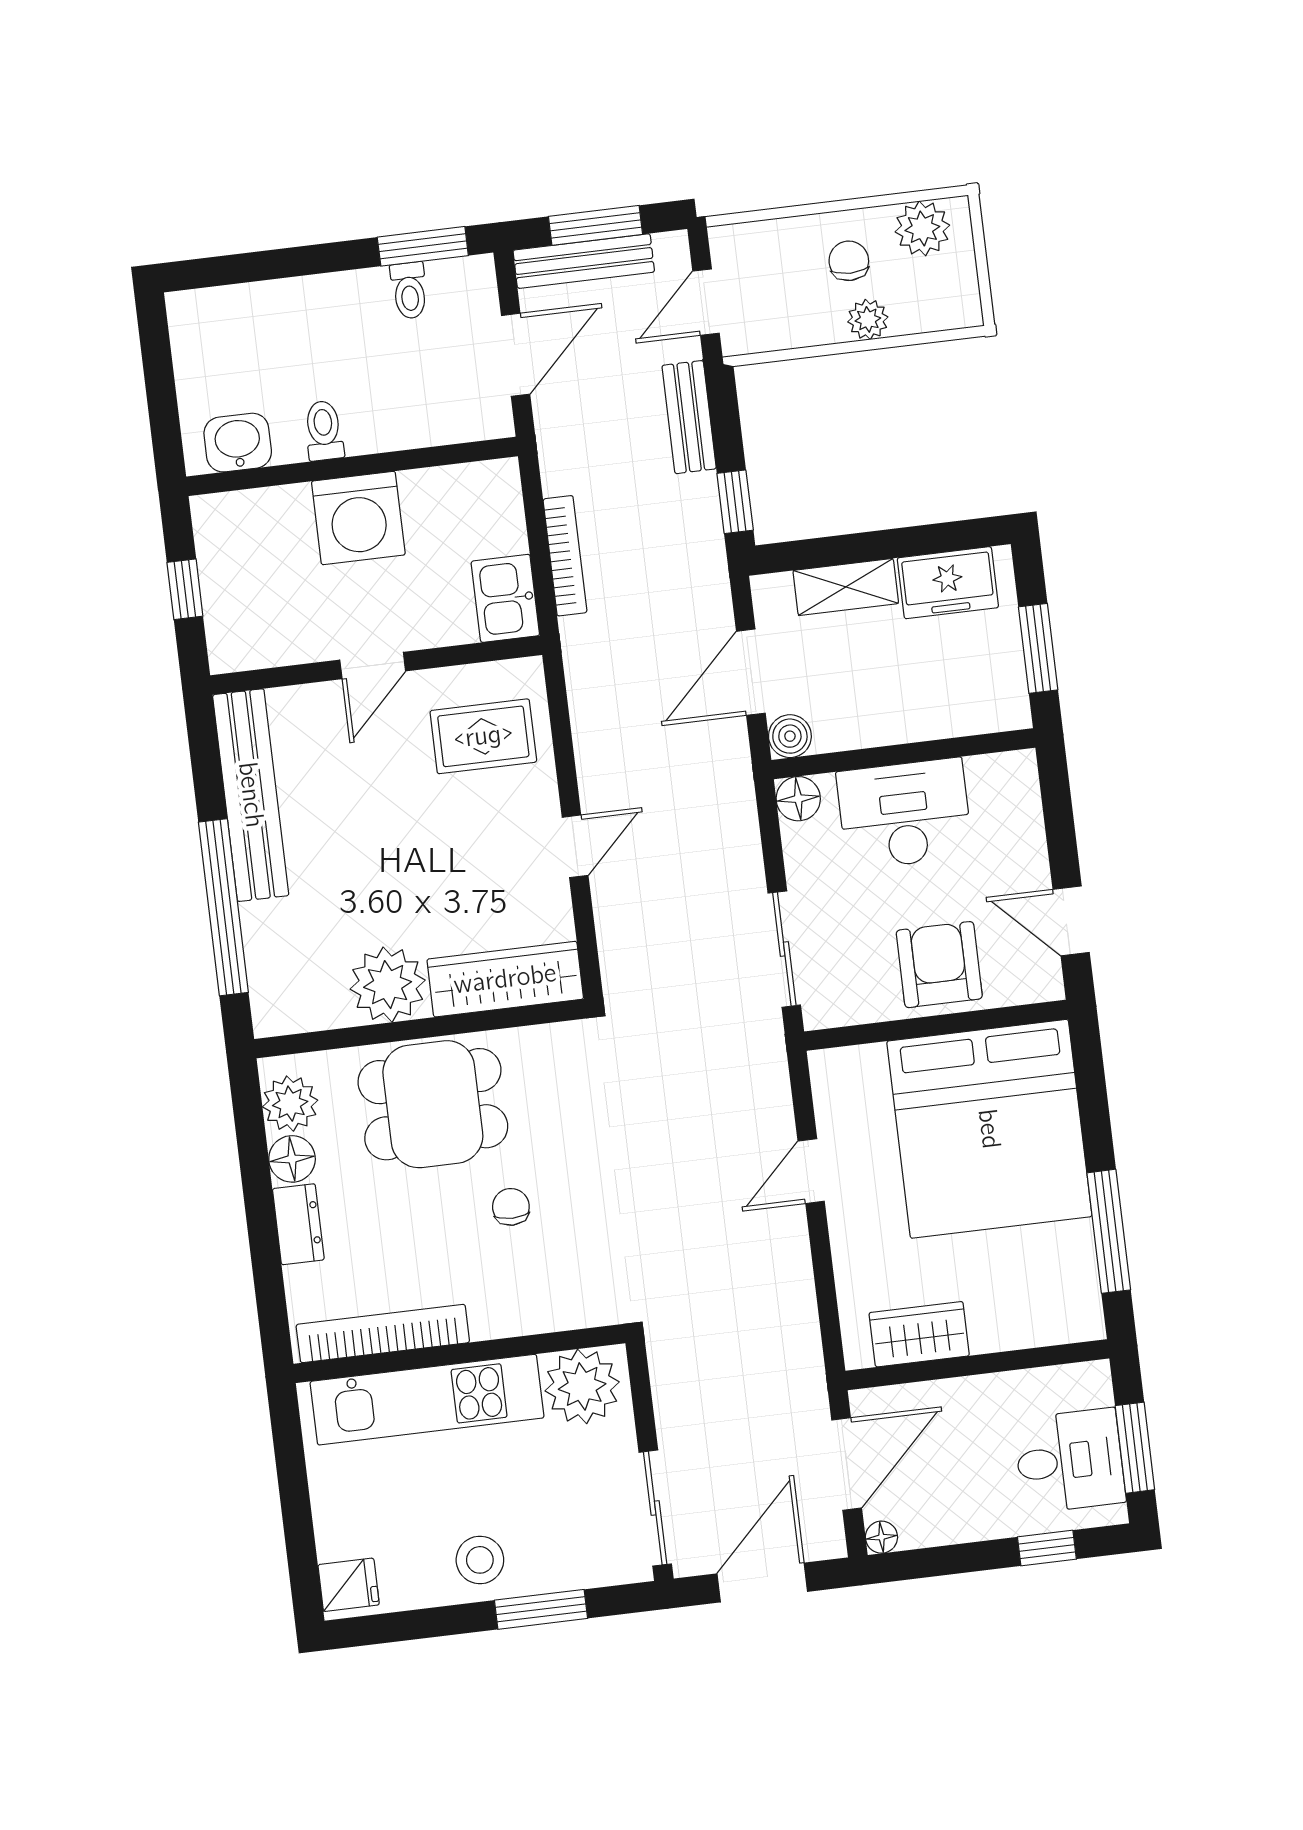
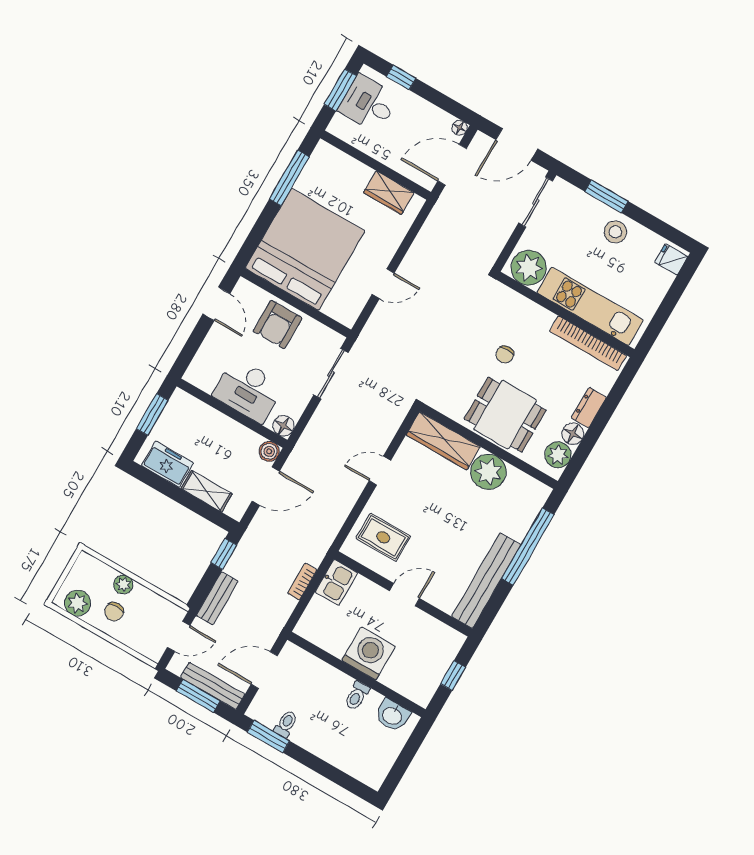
bookcase: (565, 556) -> (302, 582), width x0.64

